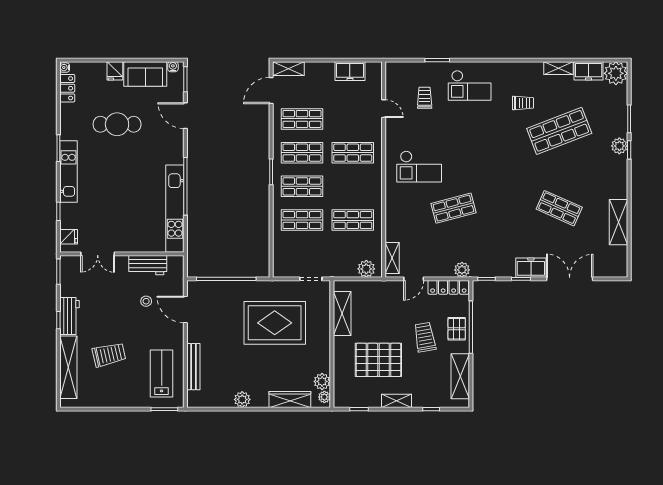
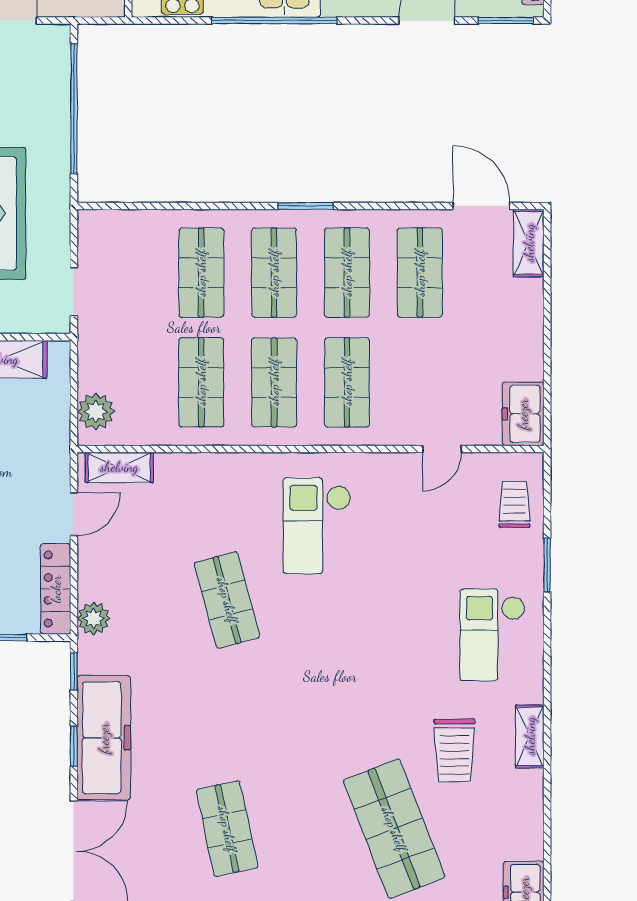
shelving: (558, 68) -> (530, 736), moved
freezer: (350, 71) -> (523, 414), moved
trolley: (425, 98) -> (514, 504), moved, turned -90
trolley: (523, 103) -> (454, 750), width x1.36, depth x1.39
shop shelf: (353, 186) -> (274, 382), added
shop shelf: (559, 208) -> (227, 829), turned -36
freezer: (531, 268) -> (104, 738), width x1.91, depth x1.26
door: (414, 279) -> (74, 514), swing flipped

